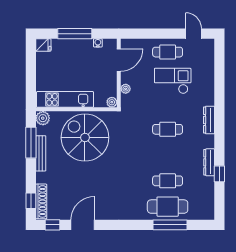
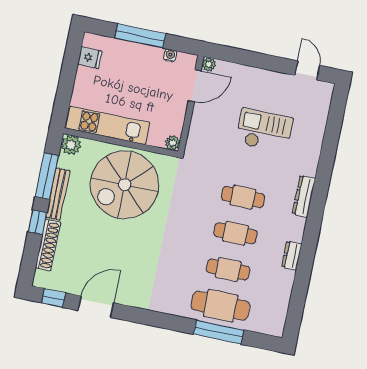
fridge: (43, 45) -> (90, 58), moved
cafe table: (168, 52) -> (236, 233), moved
plant: (126, 89) -> (209, 64), moved
spiral stairs: (85, 138) -> (125, 185), turned -90
dresser: (209, 162) -> (292, 256), width x0.70
window: (219, 174) -> (303, 275), removed
window: (31, 201) -> (37, 222), moved
shoe rack: (41, 201) -> (48, 245), moved

